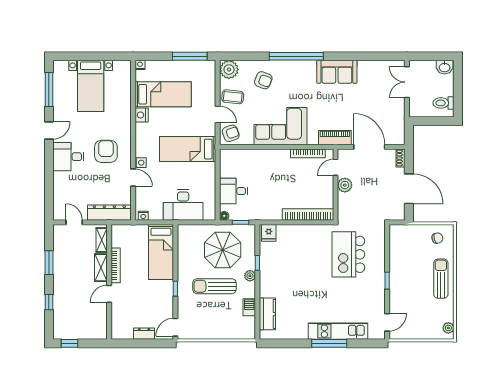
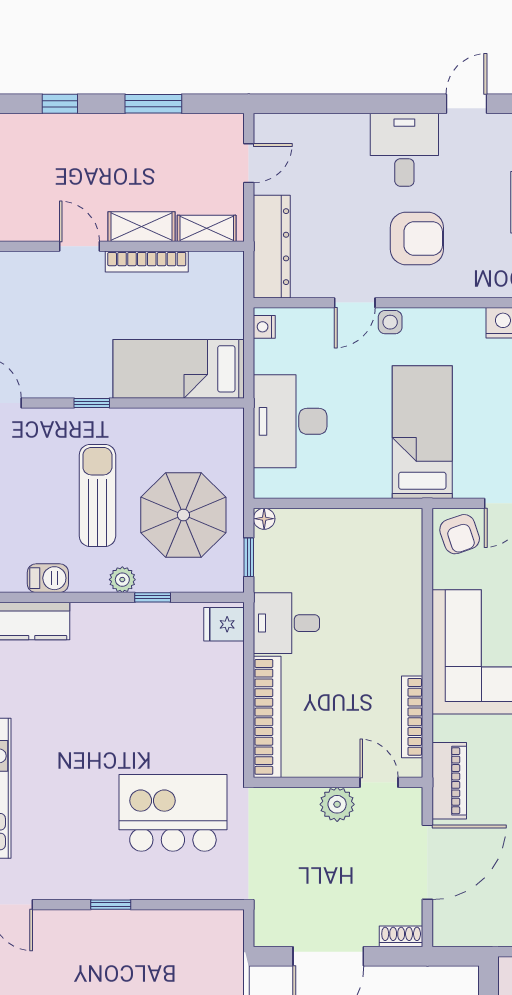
door: (49, 130) -> (466, 104), swing flipped
desk: (234, 191) -> (286, 623), moved, turned -90

